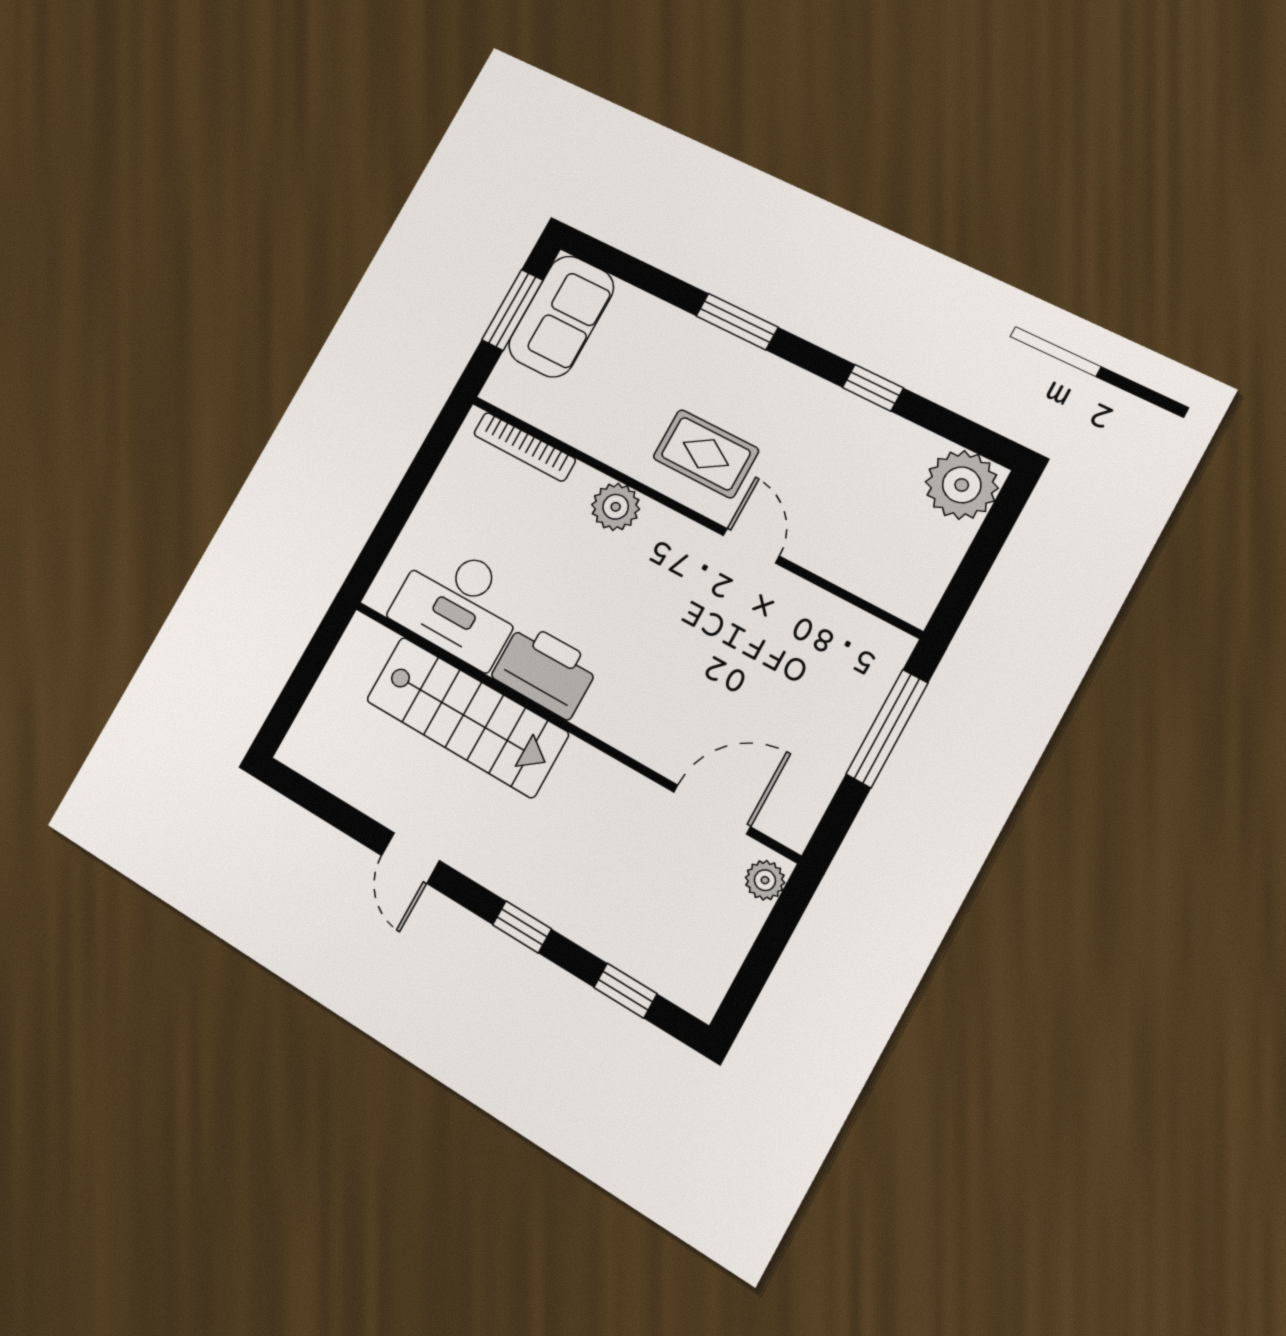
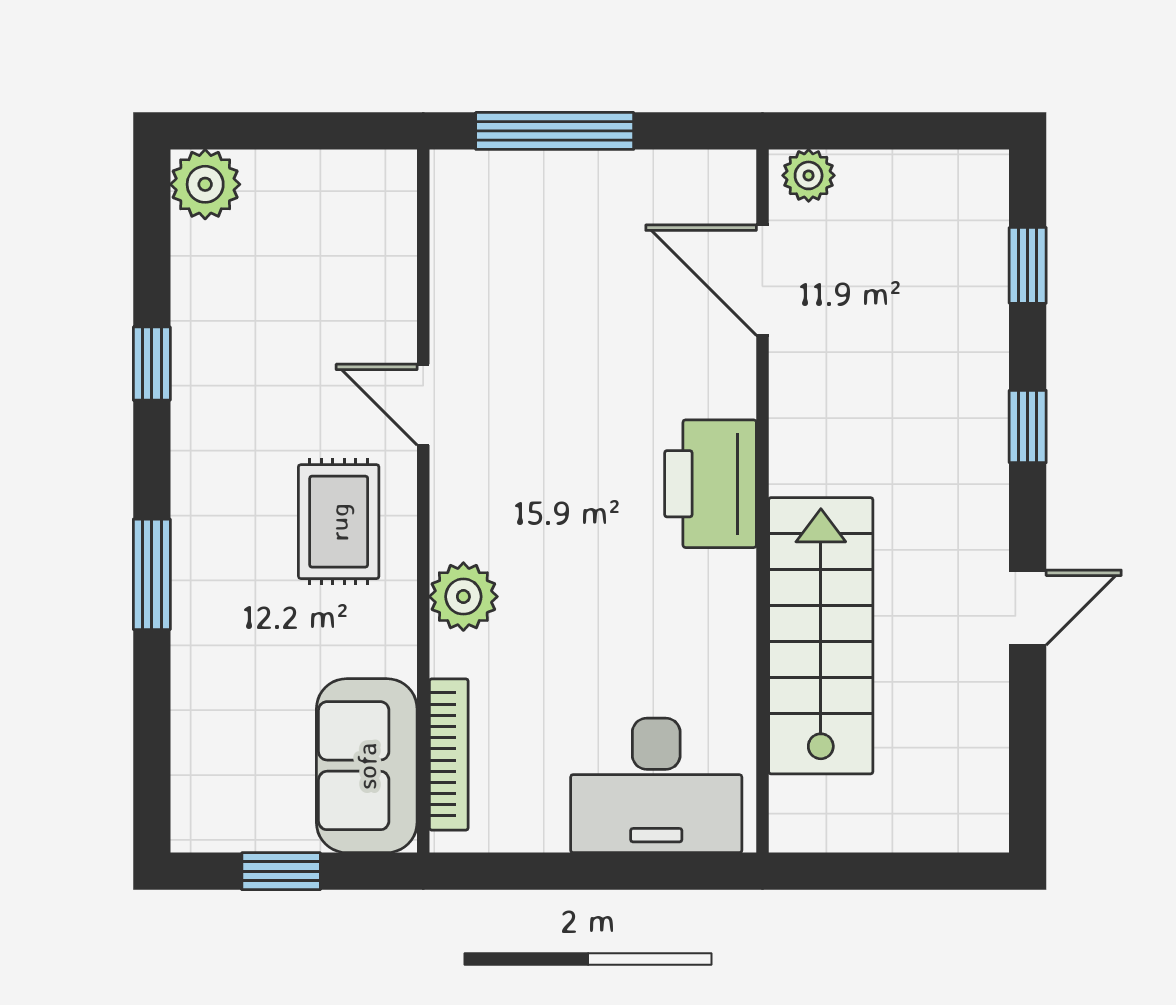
window: (512, 310) -> (281, 871), width x0.67
sofa: (561, 316) -> (367, 766), moved, turned -90
plant: (962, 485) -> (205, 184), width x0.73, depth x0.73
door: (751, 546) -> (423, 405), hinge flipped
desk: (459, 604) -> (656, 785), moved, turned 90
printer: (545, 670) -> (710, 484), moved

